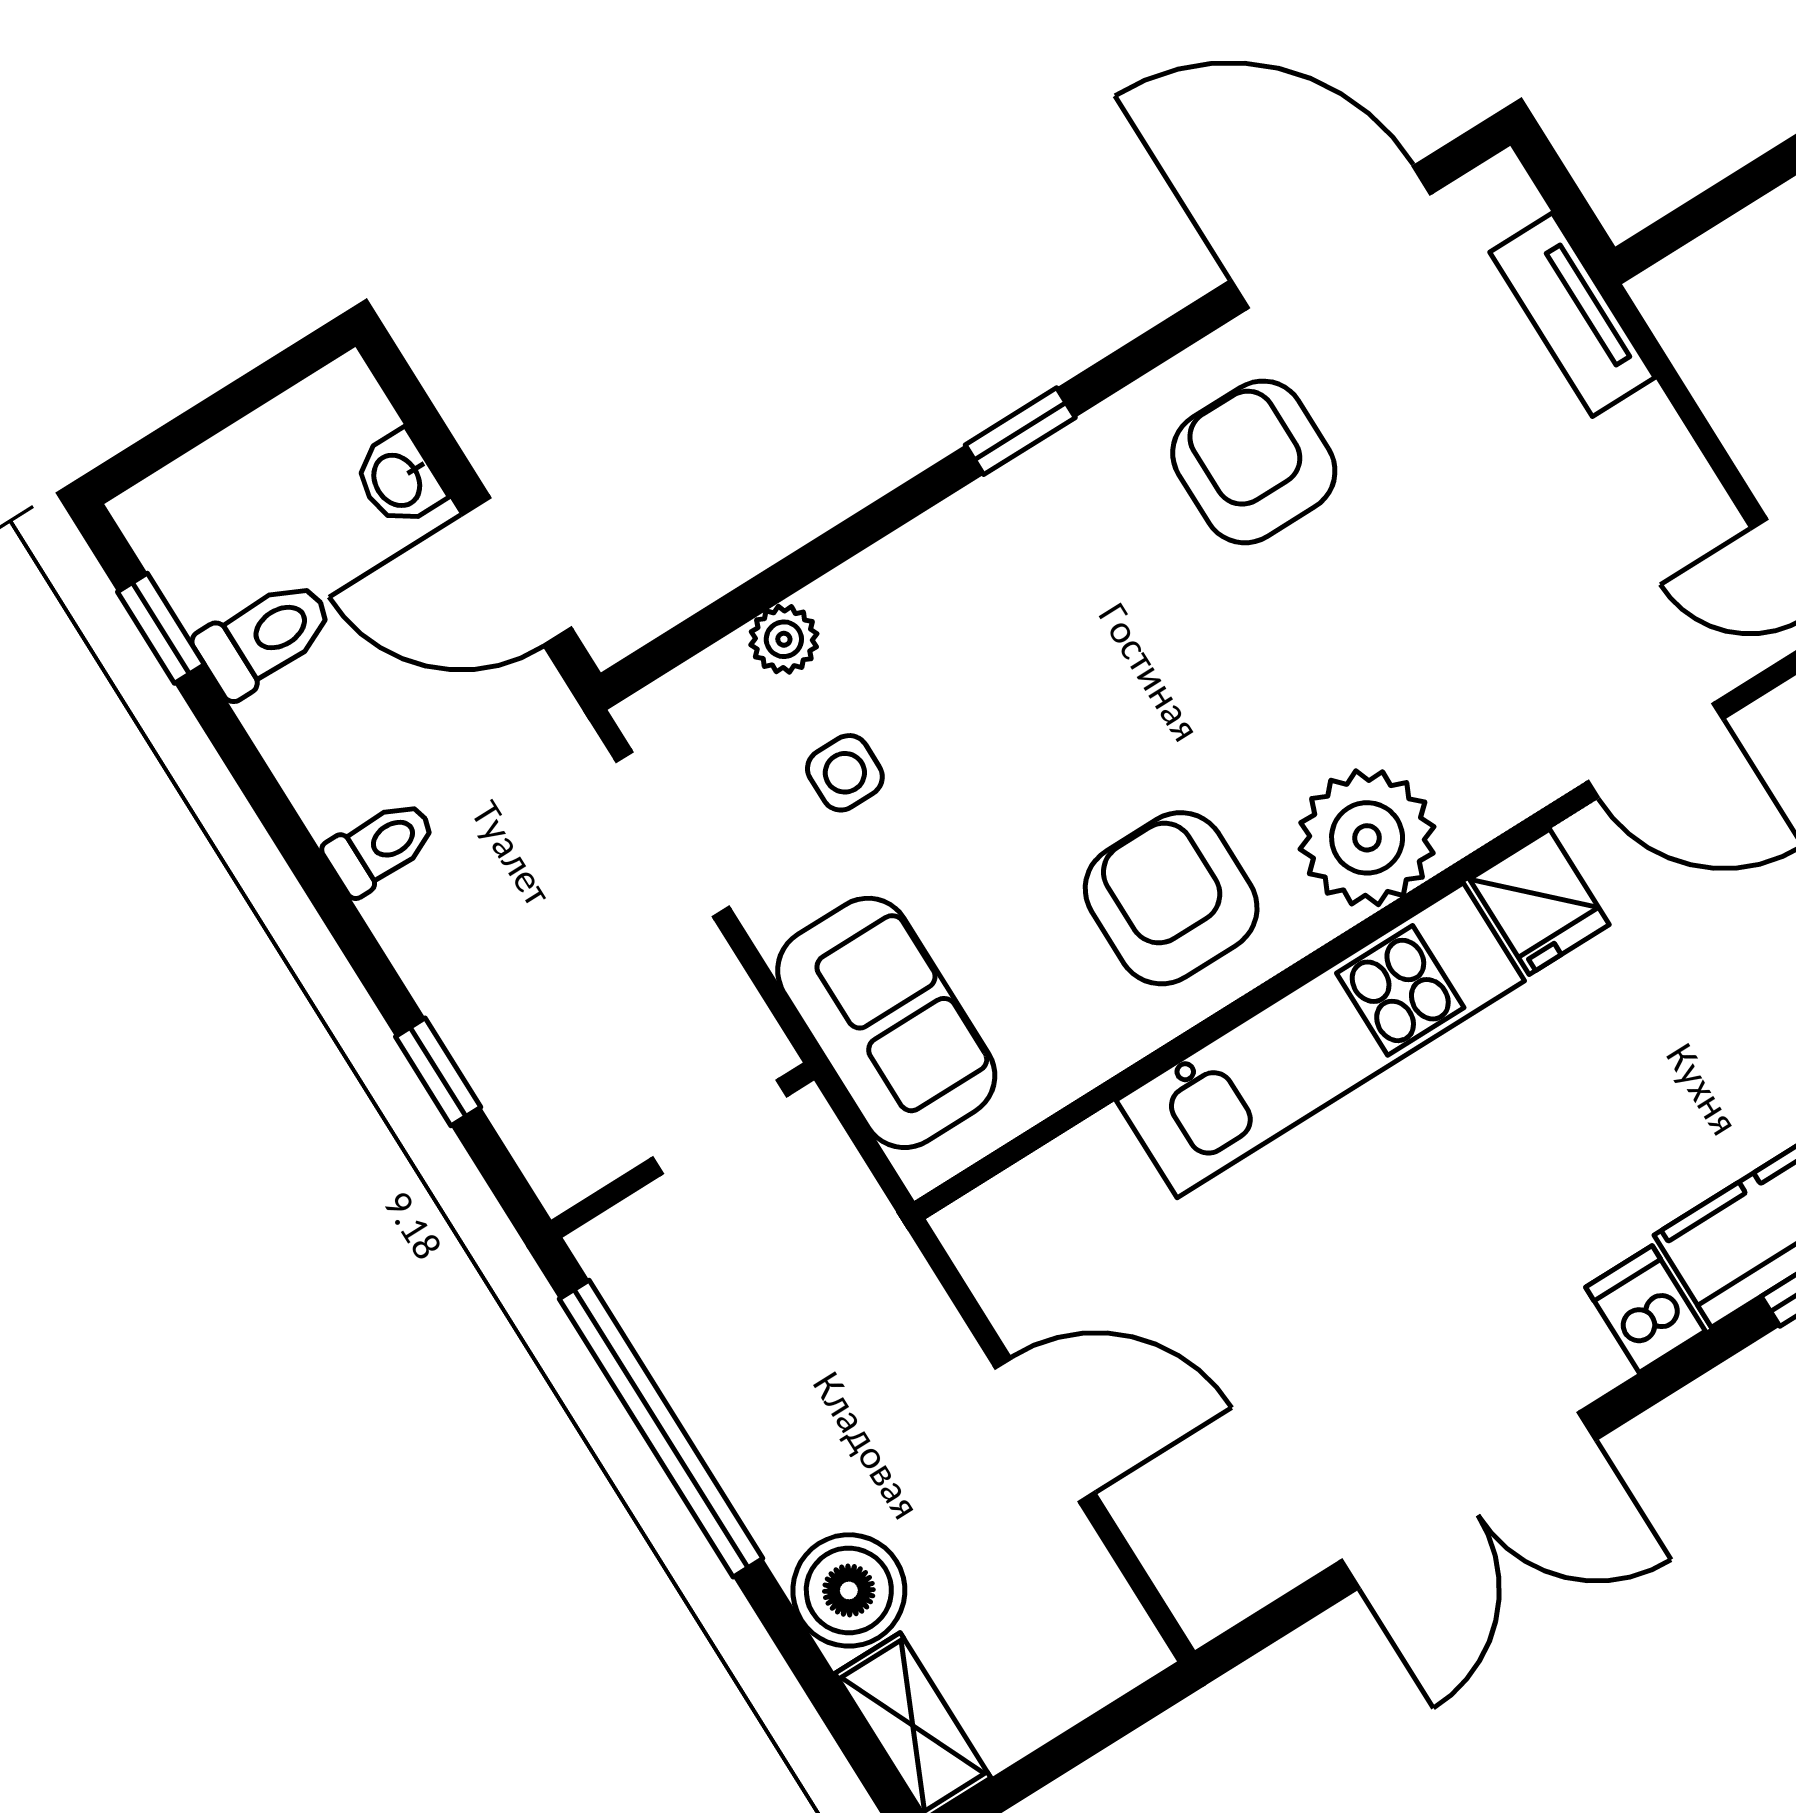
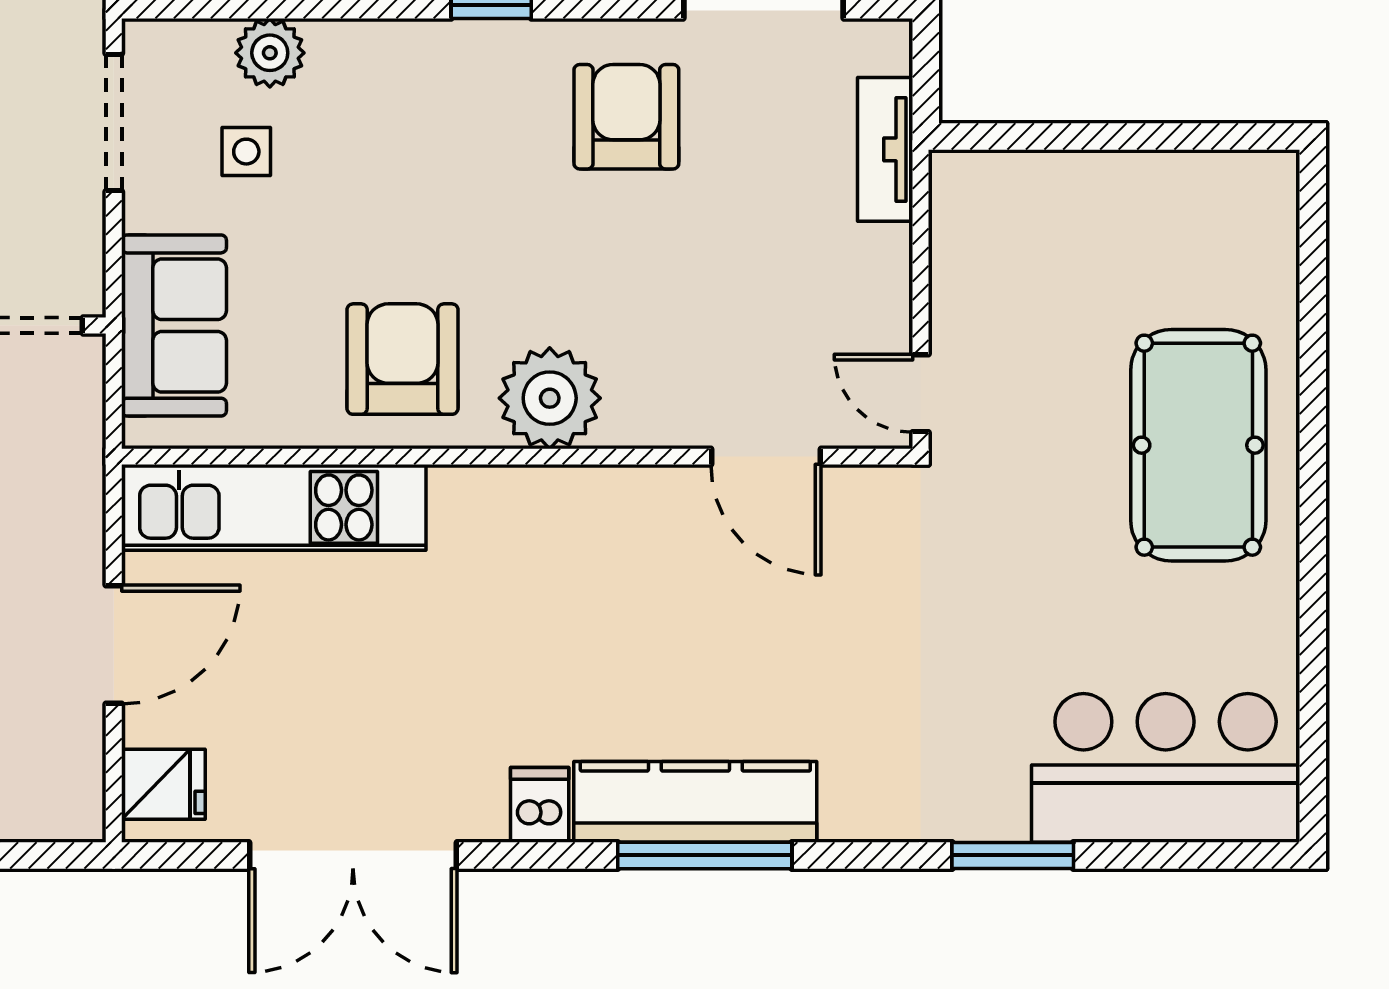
plant: (784, 639) -> (270, 53), width x1.38, depth x1.38
fridge: (1539, 902) -> (163, 784), moved, turned -90
kitchen unit: (1320, 1040) -> (274, 507), moved
door: (1045, 1430) -> (114, 645), hinge flipped

